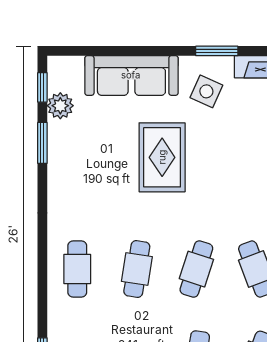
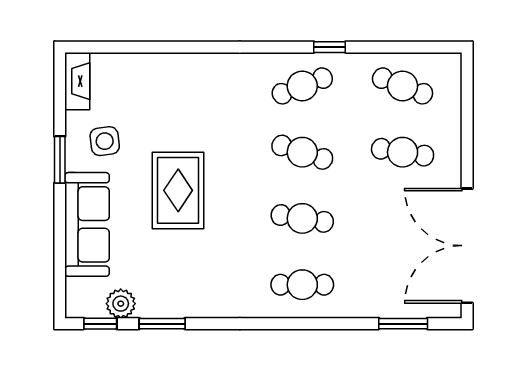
window: (217, 51) -> (60, 160), moved
side table: (206, 91) -> (105, 141), turned -31
rug: (162, 157) -> (178, 190), turned 90

